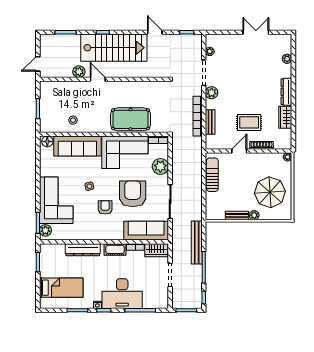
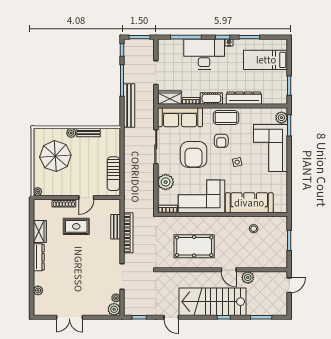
plant: (212, 93) -> (114, 309), moved
pool table: (131, 119) -> (194, 246), moved
floor lamp: (47, 141) -> (280, 207), removed
coffee table: (100, 230) -> (226, 118), added

